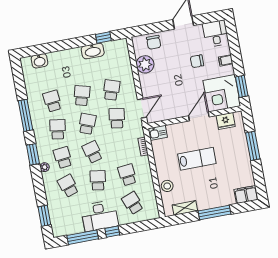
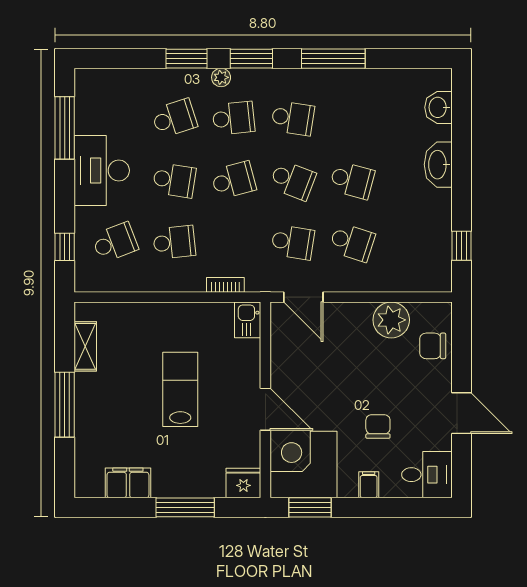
washbasin: (93, 51) -> (438, 165), moved
school desk: (52, 101) -> (352, 118), removed
fridge: (226, 121) -> (243, 483), moved, turned 90
lab bench: (197, 159) -> (180, 389), turned 180
stool: (167, 186) -> (136, 319), removed
filing cabinet: (246, 195) -> (128, 483), moved, turned -90
window: (44, 216) -> (187, 59), moved
window: (112, 232) -> (65, 247), moved

